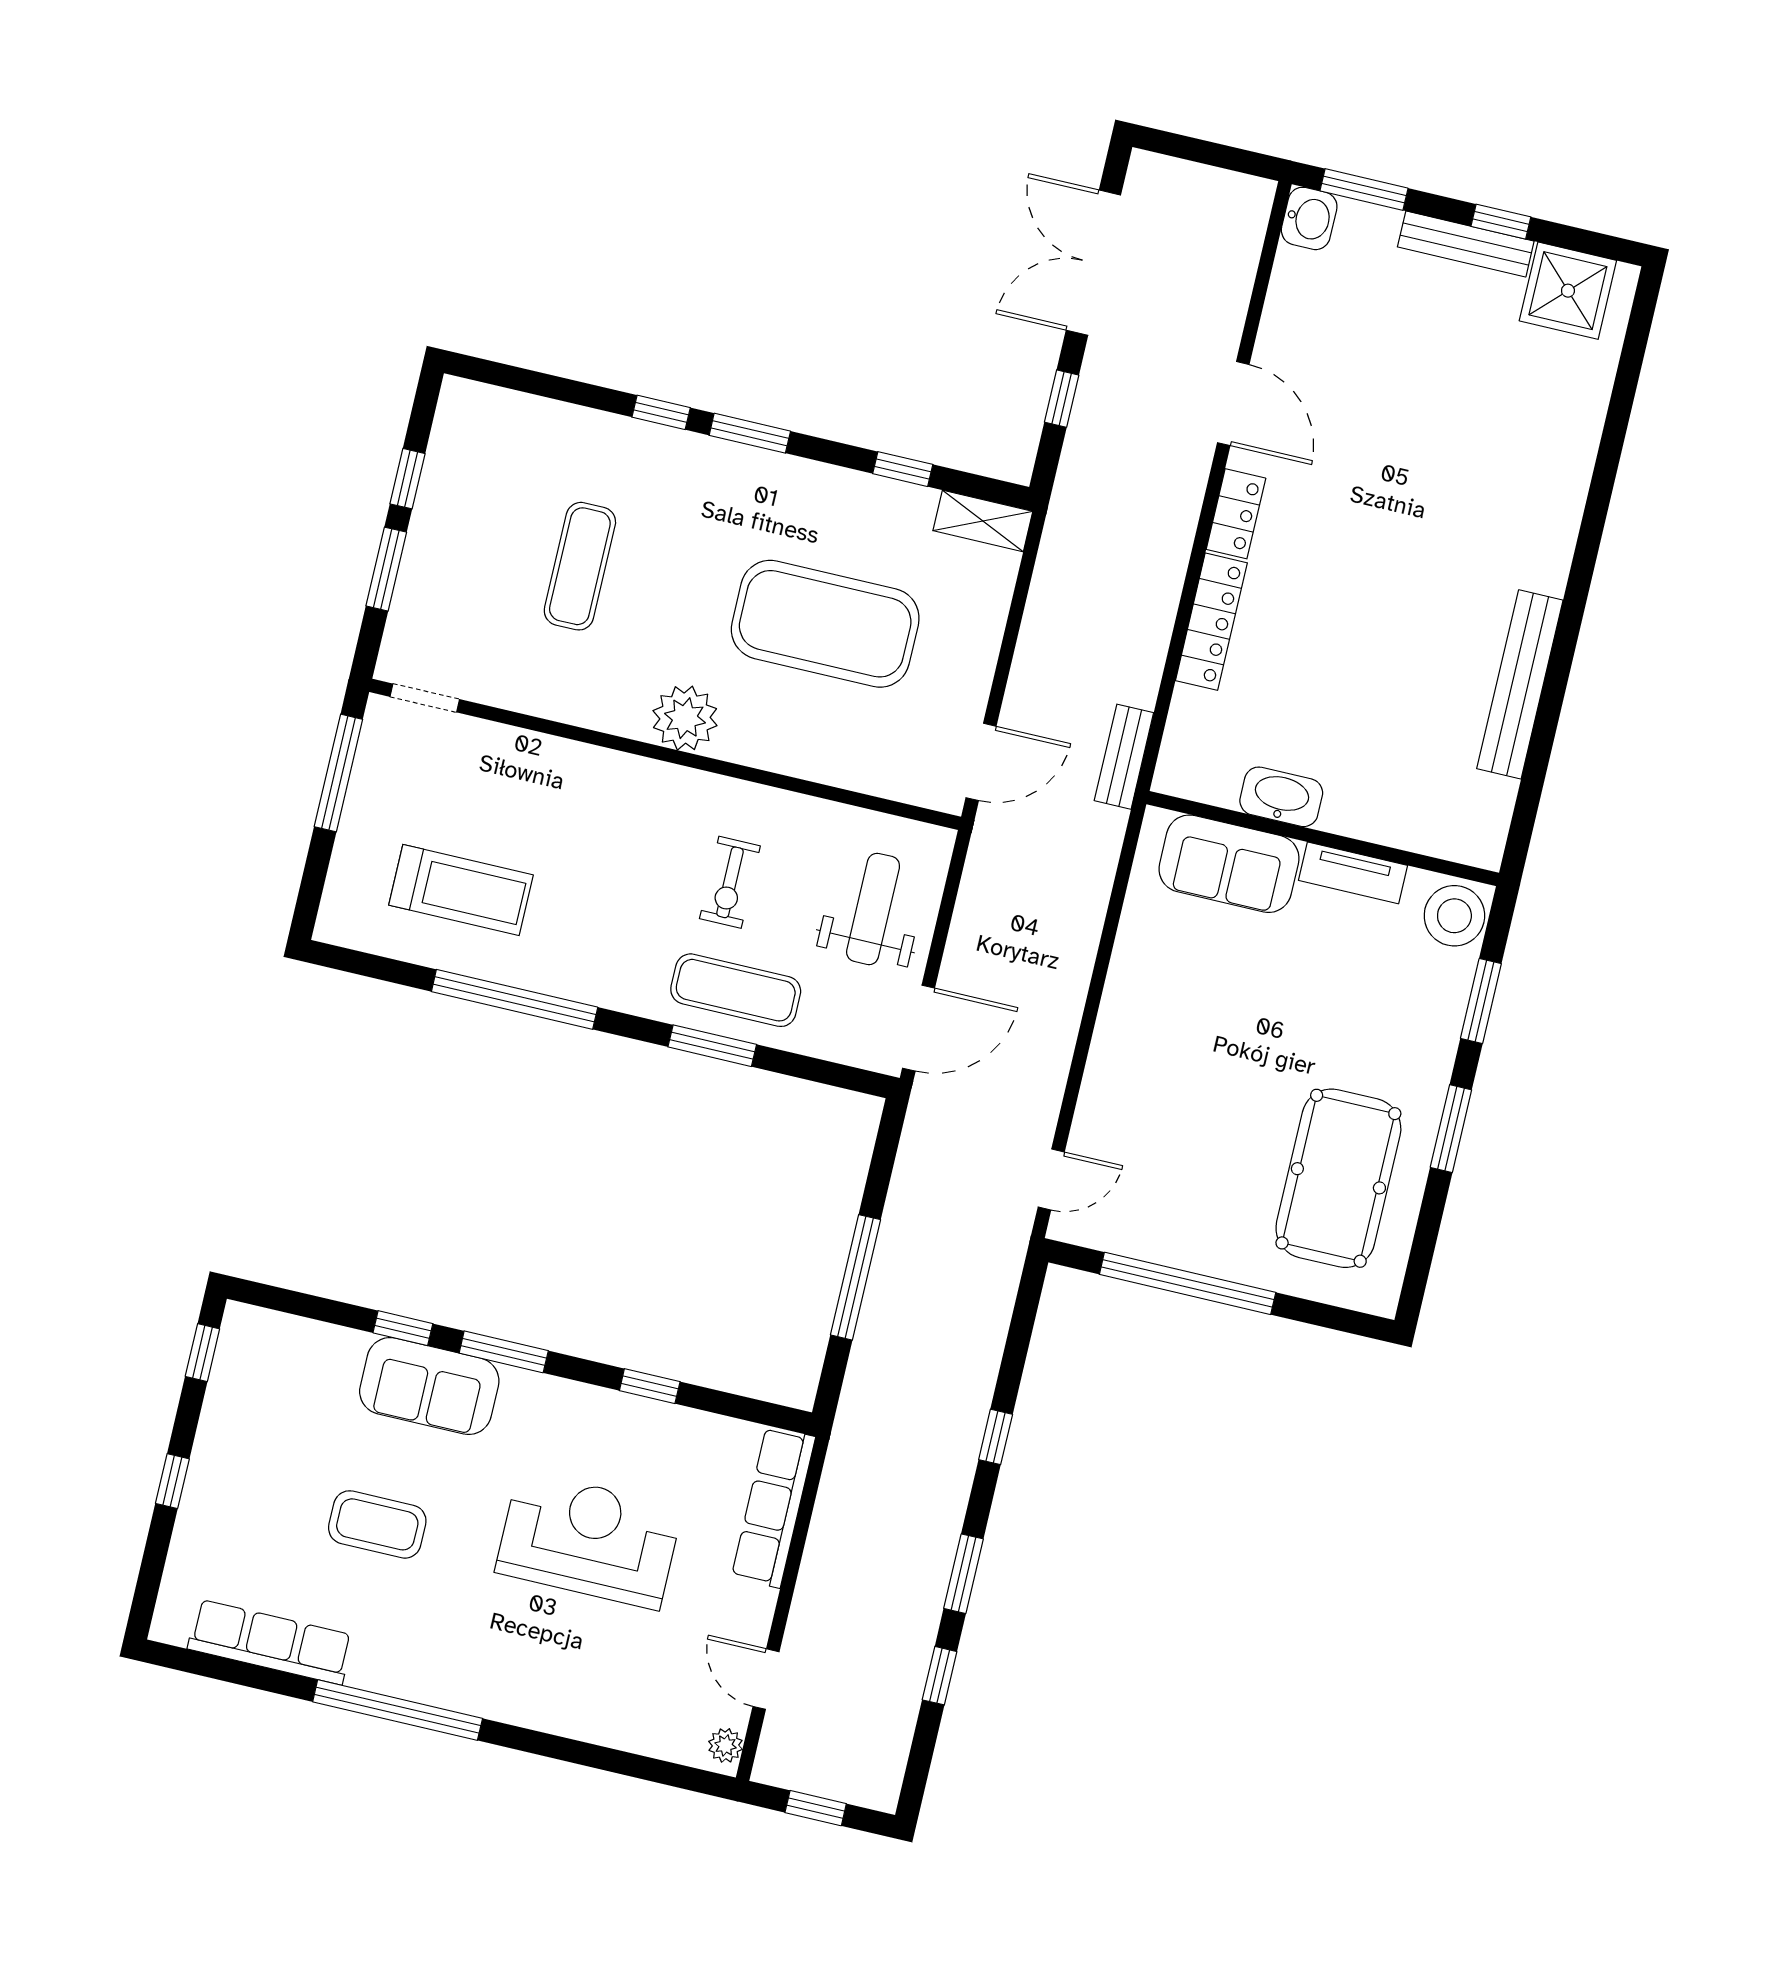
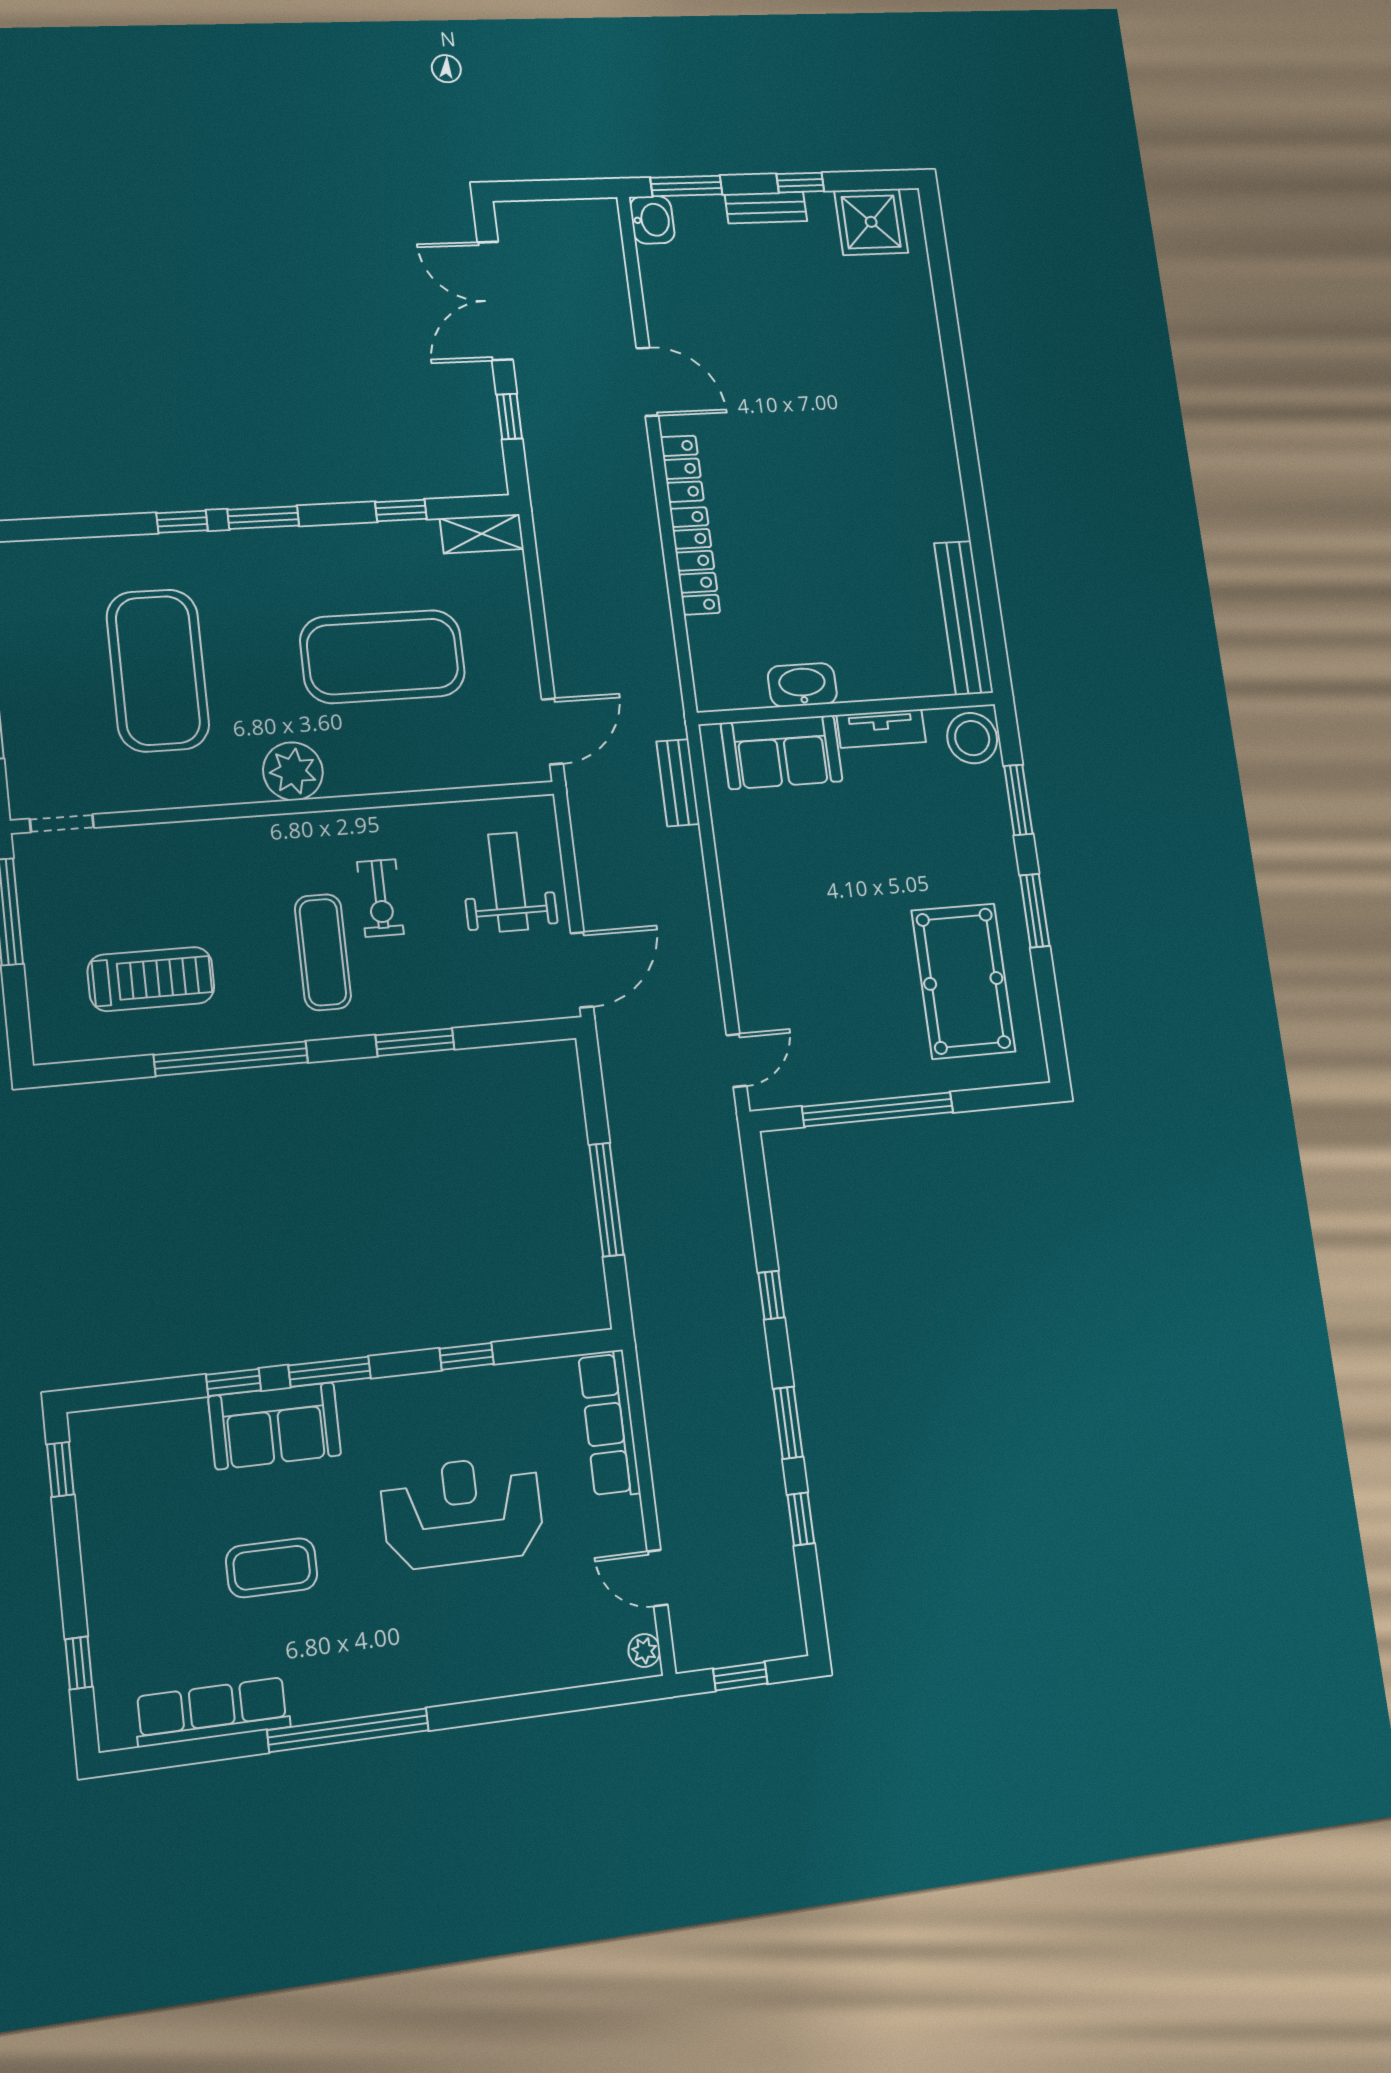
bench: (1466, 244) -> (766, 208), width x0.73
exercise mat: (580, 566) -> (158, 670), width x2.00, depth x1.45
bench: (1520, 684) -> (964, 618), moved
bench: (1124, 757) -> (678, 783), moved
exercise mat: (736, 990) -> (323, 952), moved, turned 90
window: (172, 1481) -> (79, 1663), moved

